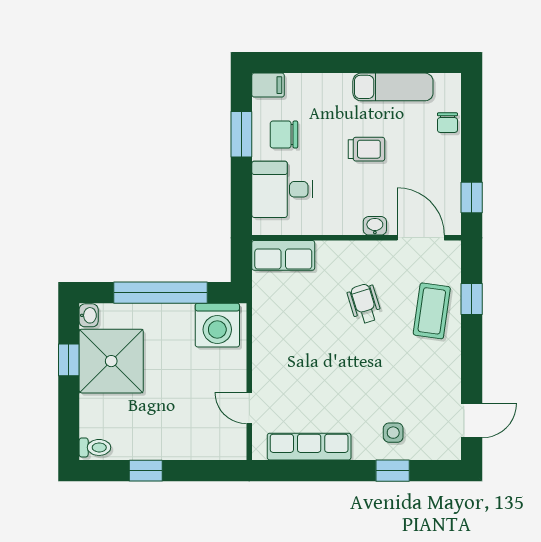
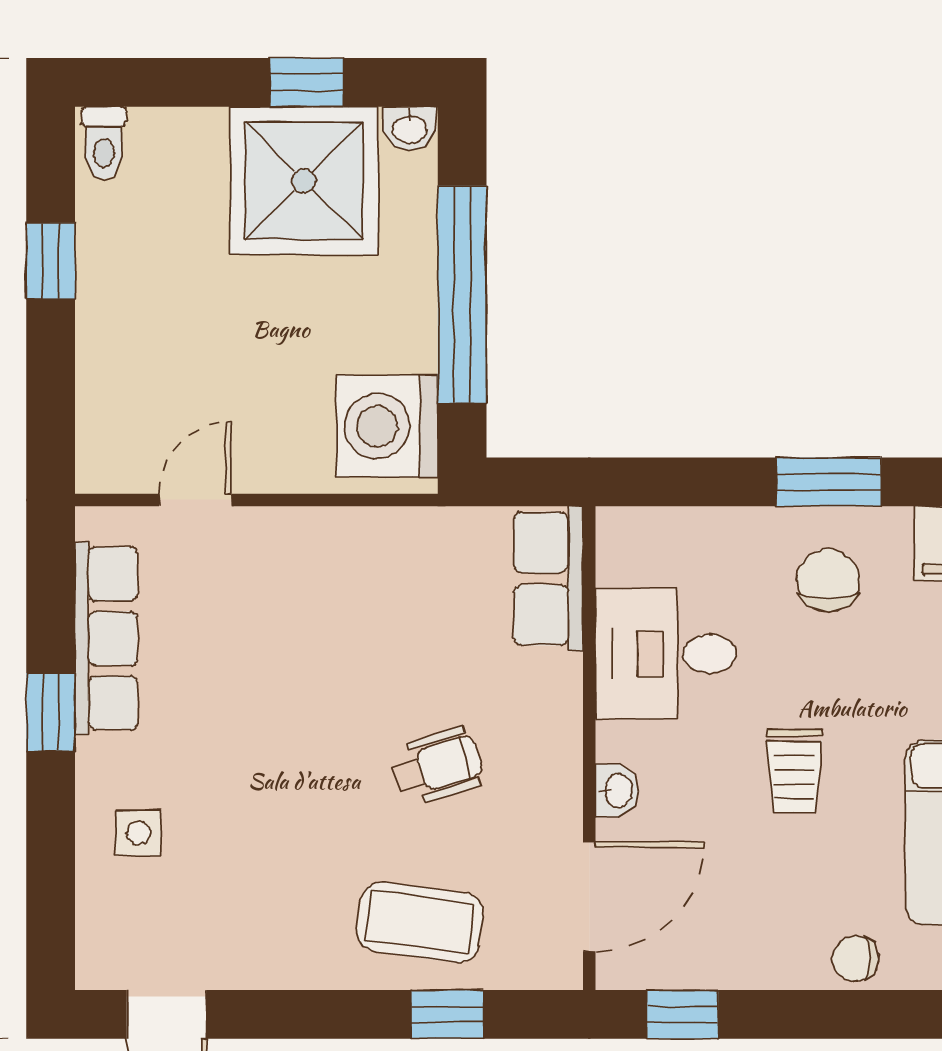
desk: (282, 189) -> (666, 654), moved, turned -90
window: (393, 471) -> (51, 712), moved

